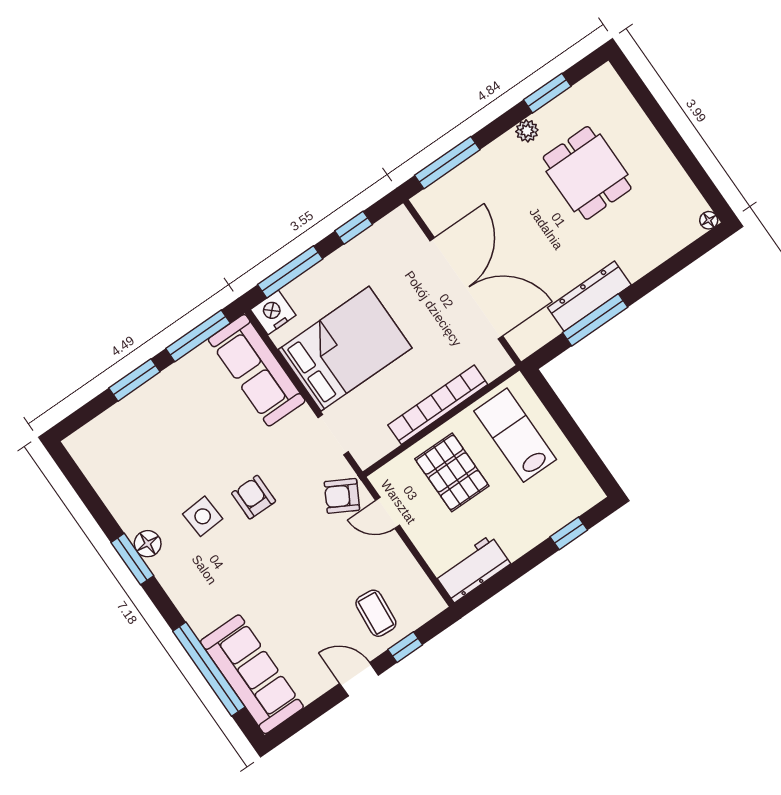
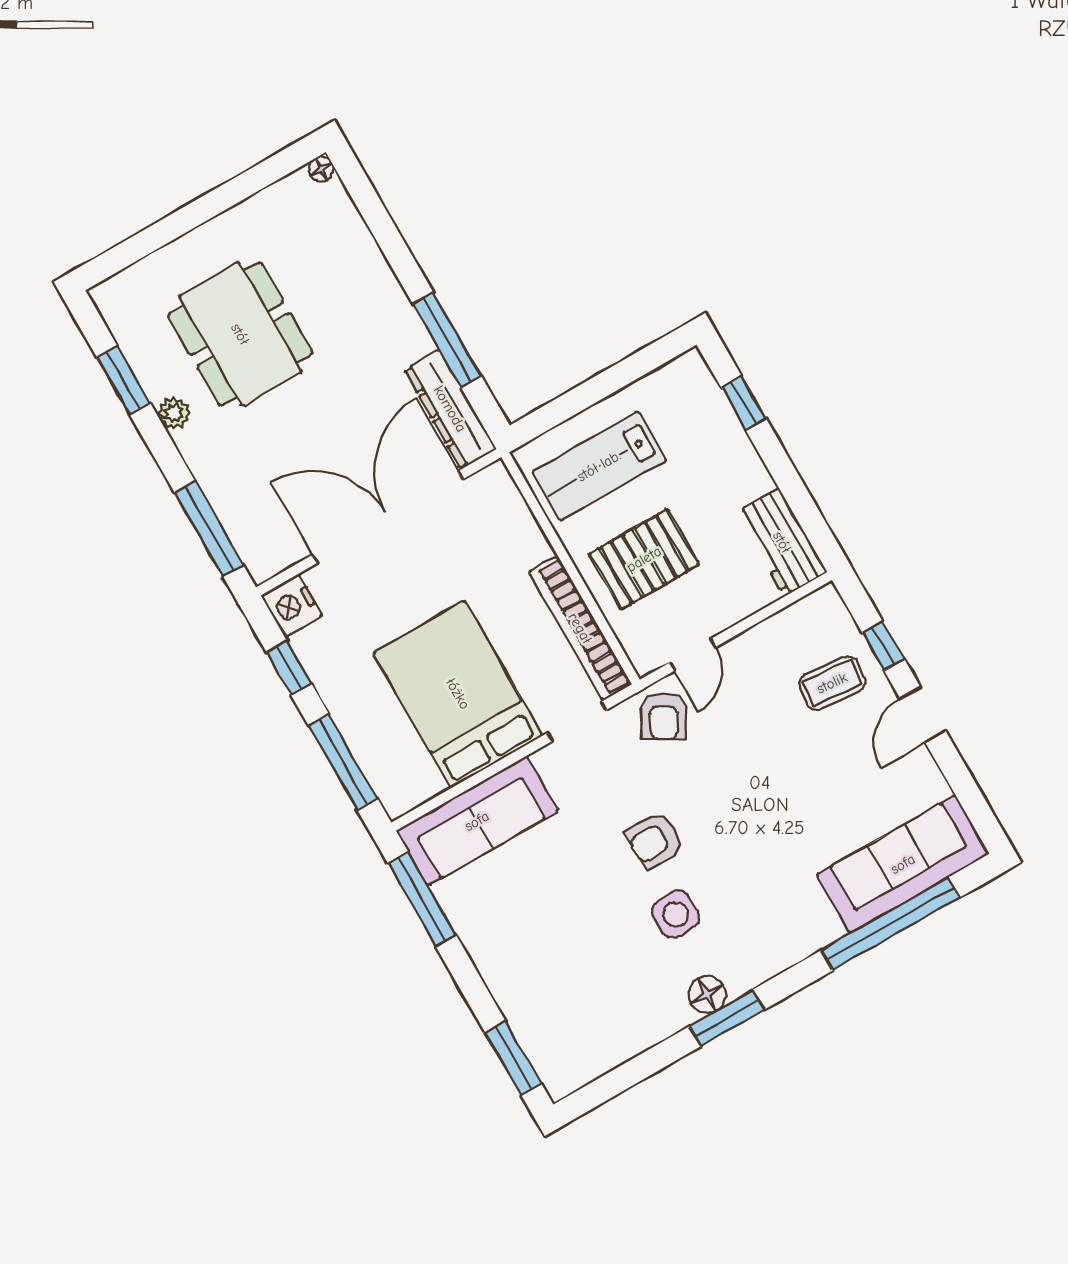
dining table: (587, 173) -> (240, 334), width x1.37
dresser: (589, 296) -> (450, 409), moved
nightstand: (273, 312) -> (292, 606), moved
window: (134, 380) -> (513, 1058), moved
bookcase: (438, 405) -> (580, 628), moved

